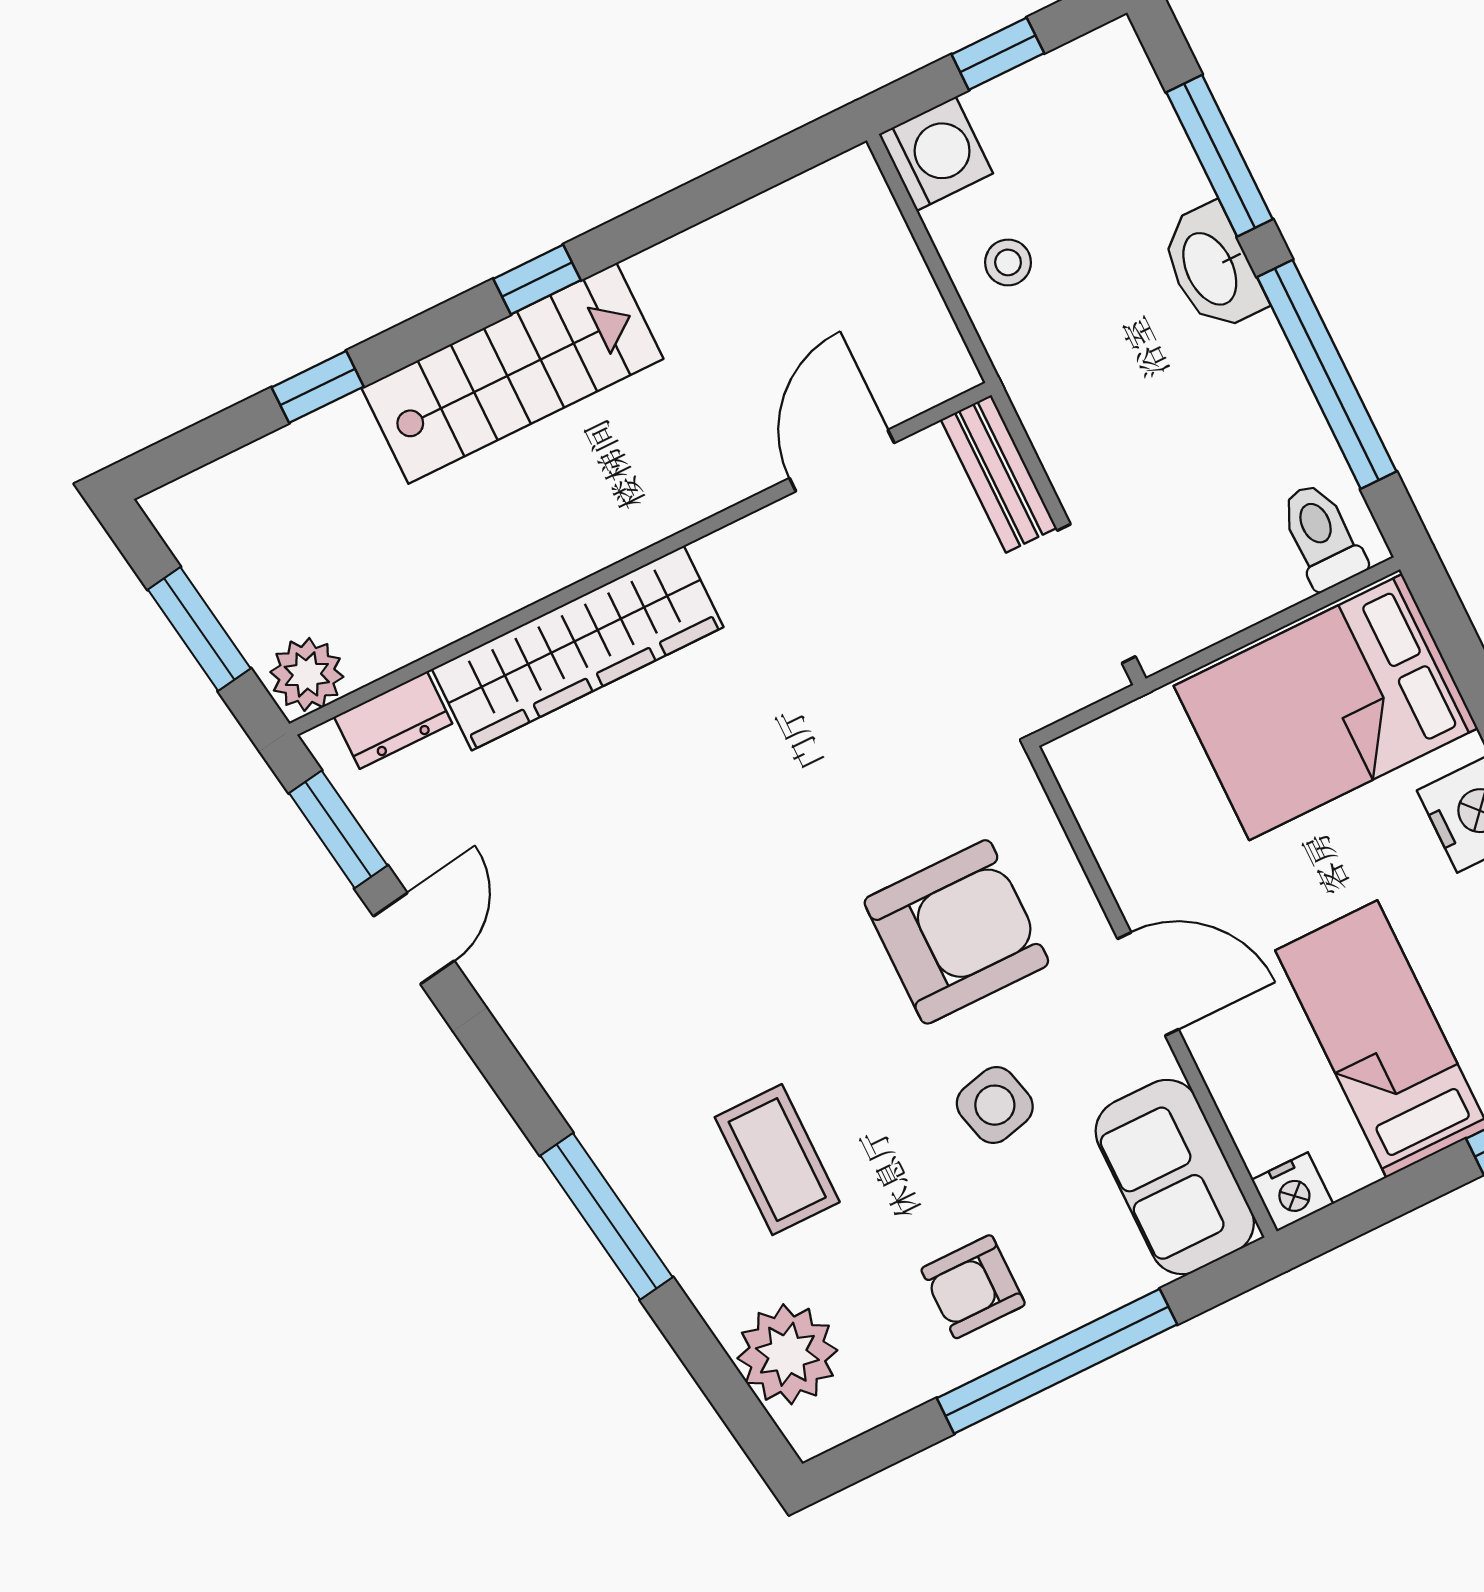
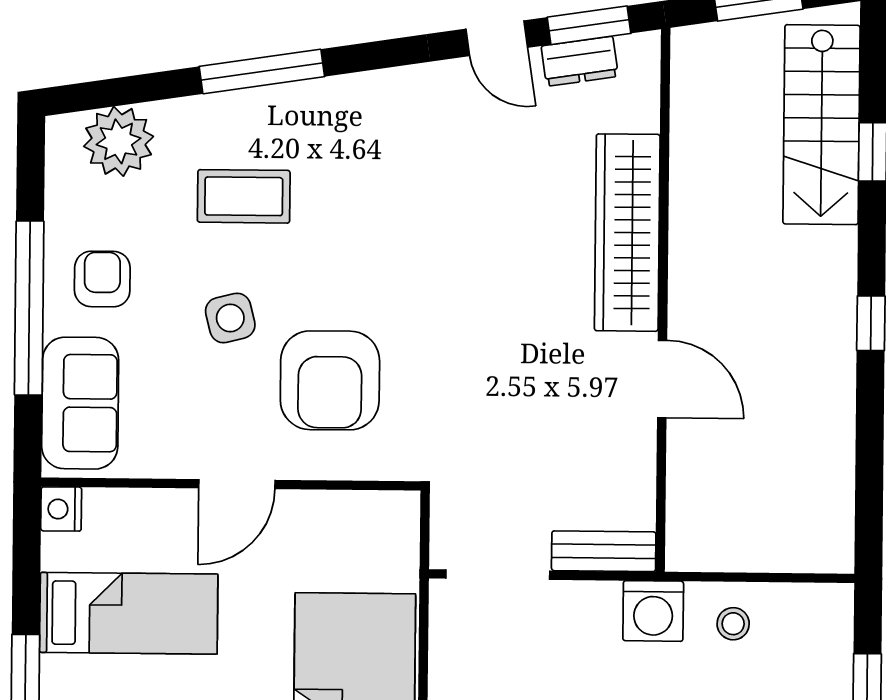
washing machine: (936, 154) -> (653, 611), moved
stairs: (512, 373) -> (821, 125), moved
door: (842, 461) -> (662, 379), moved
plant: (307, 674) -> (696, 55), removed
dresser: (393, 720) -> (580, 61), moved, turned -99
side table: (995, 1105) -> (230, 318), moved
sofa: (1175, 1177) -> (80, 403), moved, turned 90

